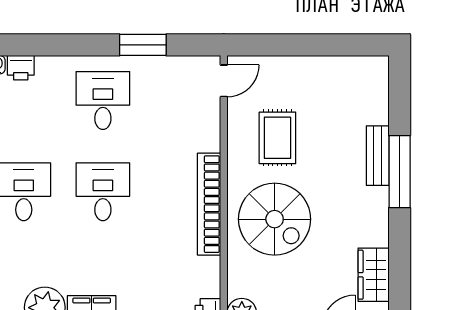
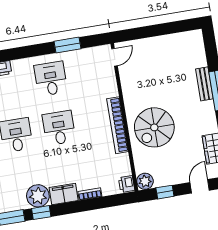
rug: (277, 138) -> (149, 83), removed
spiral stairs: (275, 219) -> (154, 127), turned 90

